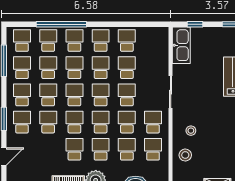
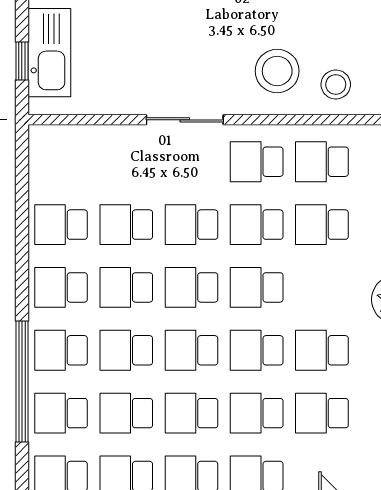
kitchen sink: (181, 45) -> (49, 53), moved, turned 90
stool: (191, 131) -> (277, 71), width x1.89, depth x1.89
school desk: (101, 149) -> (322, 413), moved

